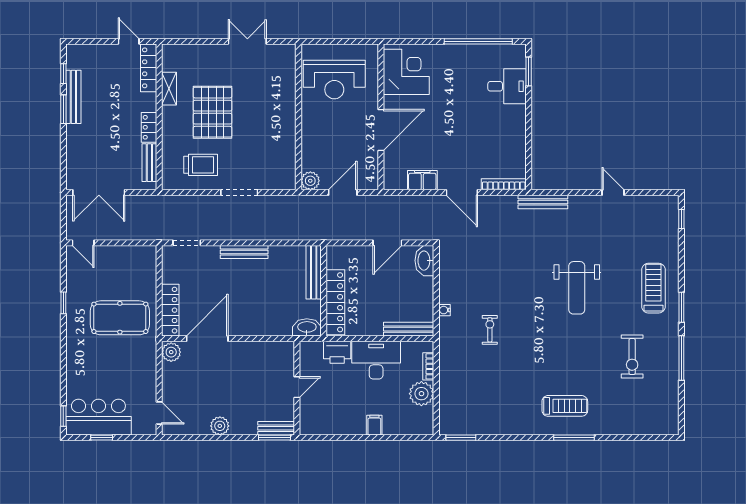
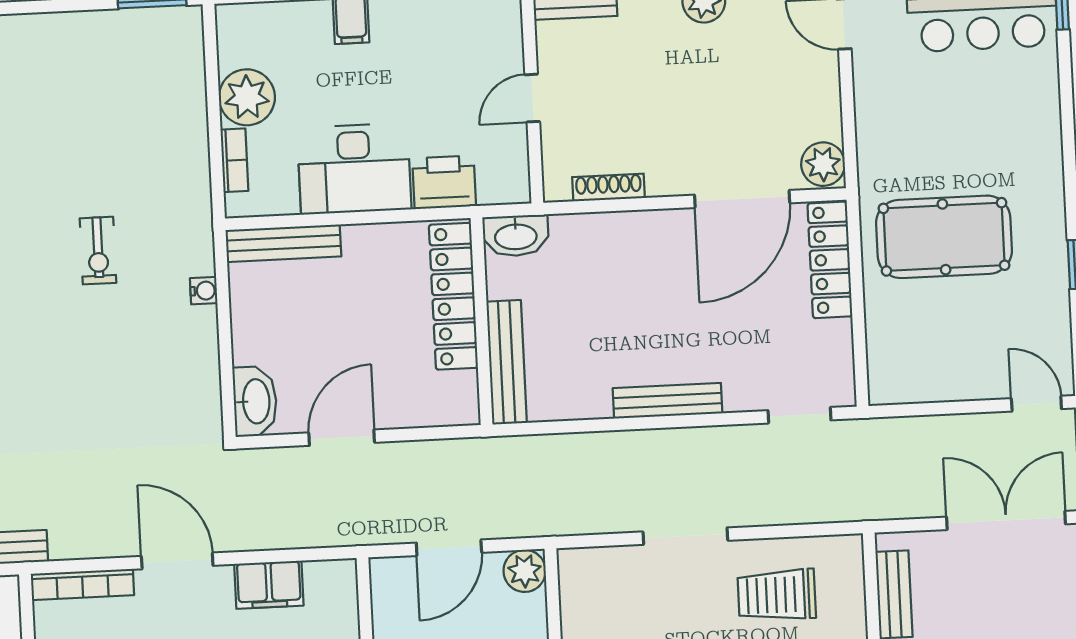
shoe rack: (265, 346) -> (609, 188), added

